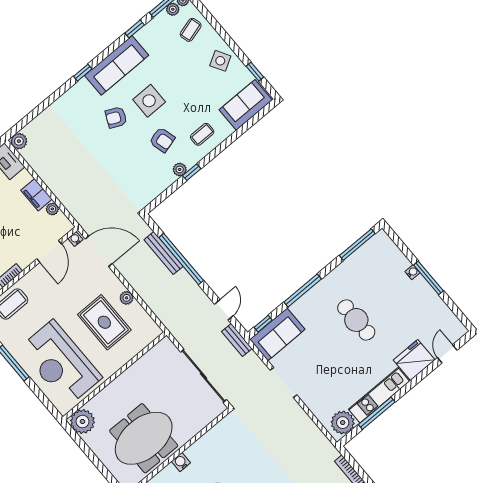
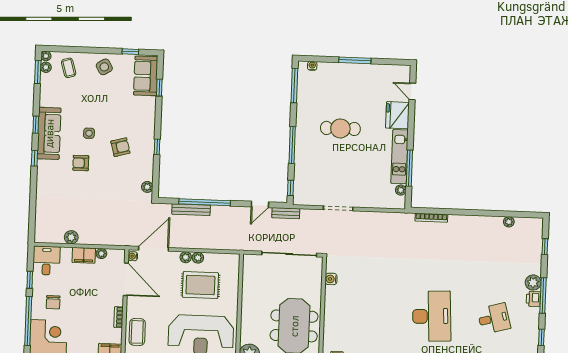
window: (135, 29) -> (36, 125), moved
side table: (149, 101) -> (89, 133), width x0.54, depth x0.54
armchair: (116, 117) -> (81, 163), turned 65
window: (246, 126) -> (159, 88), added
coffee table: (202, 134) -> (139, 119), removed
plant: (19, 141) -> (71, 237), moved
plant: (180, 169) -> (147, 187), moved
door: (49, 251) -> (126, 279), width x1.36
water cooler: (412, 272) -> (312, 66), moved
plant: (117, 287) -> (186, 257), added
door: (224, 310) -> (260, 204), swing flipped
sofa: (277, 334) -> (305, 185), removed
plant: (343, 423) -> (401, 190), width x0.53, depth x0.53
water cooler: (181, 462) -> (331, 279), moved

